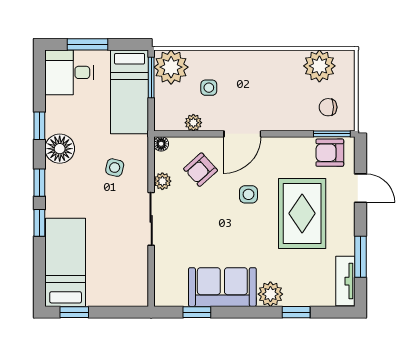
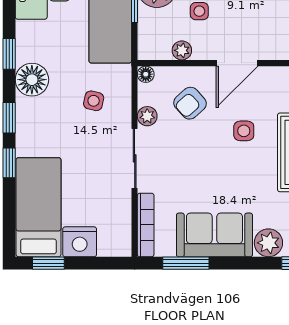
bookcase: (161, 278) -> (146, 225), added
nightstand: (102, 293) -> (80, 242), added
window: (197, 312) -> (186, 263), width x1.50

